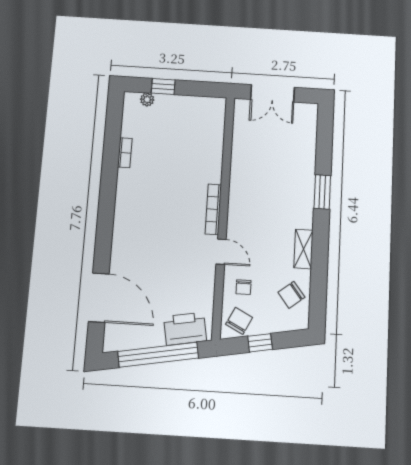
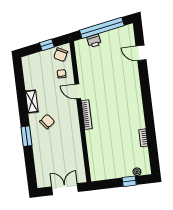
chair: (291, 295) -> (47, 122), moved
door: (99, 298) -> (141, 53), width x0.53
printer: (185, 329) -> (94, 41), width x0.53, depth x0.68

